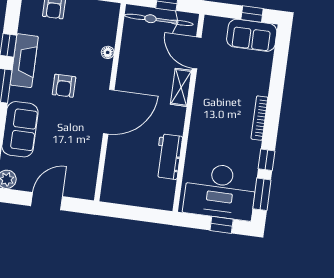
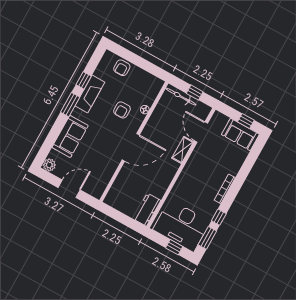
bicycle: (159, 20) -> (181, 97), width x0.73, depth x0.71
armchair: (64, 86) -> (122, 110), moved
workbench: (169, 157) -> (147, 210), moved

